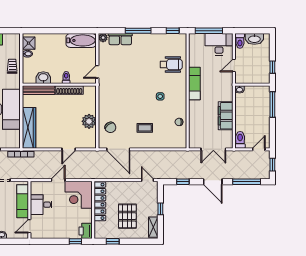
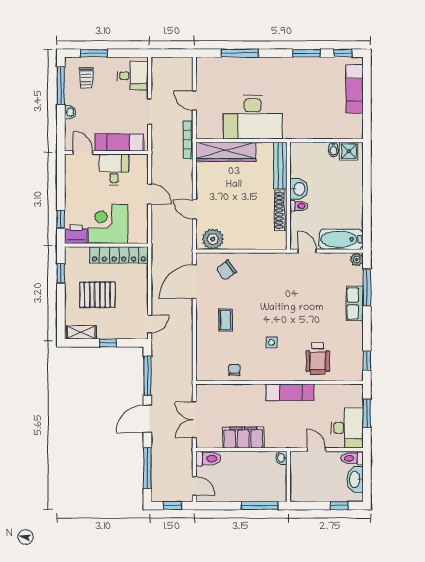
window: (138, 31) -> (367, 287), moved
window: (209, 31) -> (367, 413), width x0.69
row of seats: (120, 39) -> (355, 303), moved
bathtub: (81, 40) -> (341, 239), moved, turned 90
trolley: (12, 66) -> (315, 127), removed
window: (272, 67) -> (339, 506), moved
washbasin: (43, 78) -> (299, 189), moved
plant: (89, 121) -> (213, 239), moved
window: (183, 182) -> (147, 375), width x2.17
corner desk: (79, 195) -> (108, 224), moved

